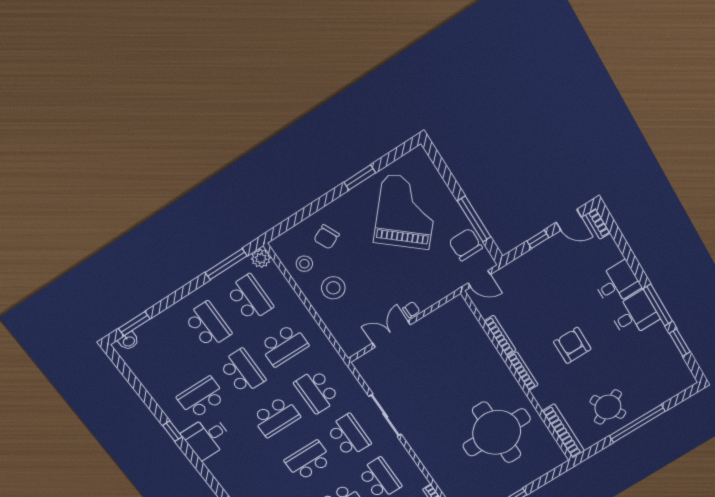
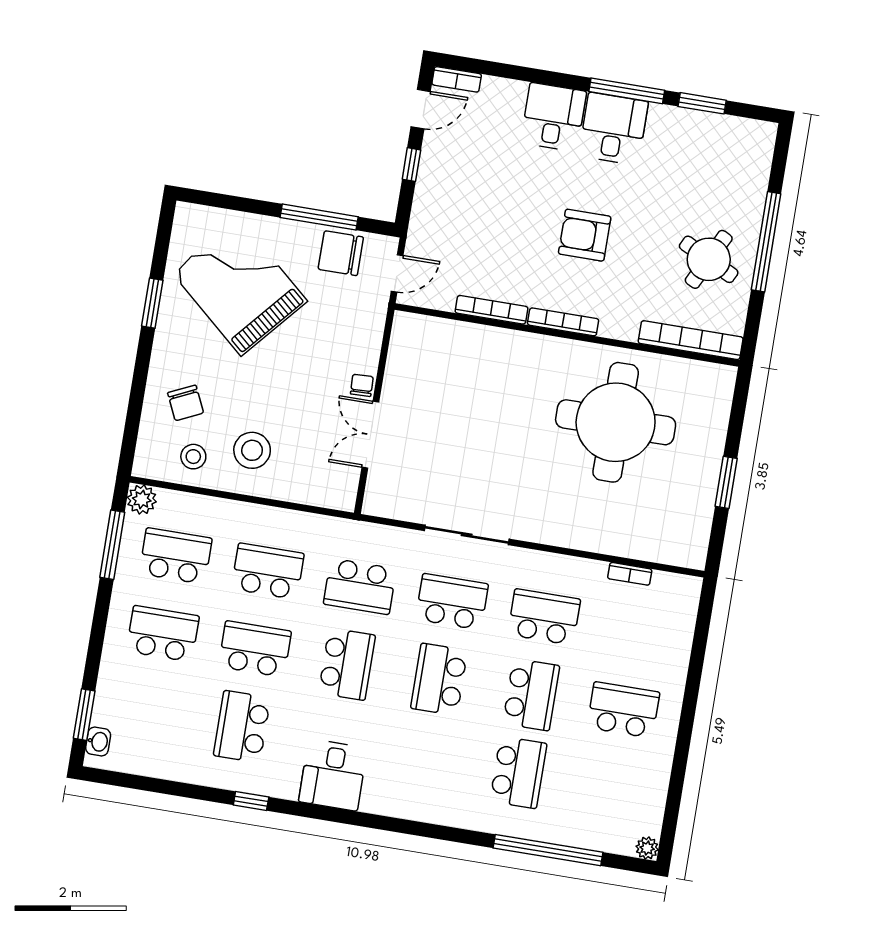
school desk: (284, 345) -> (268, 571), turned -90
round table: (608, 407) -> (709, 259), turned -36
desk: (207, 437) -> (333, 775), moved

